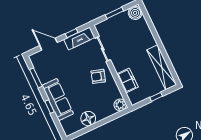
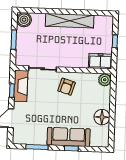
shelving: (162, 67) -> (70, 21), moved
freezer: (128, 80) -> (100, 61), moved

